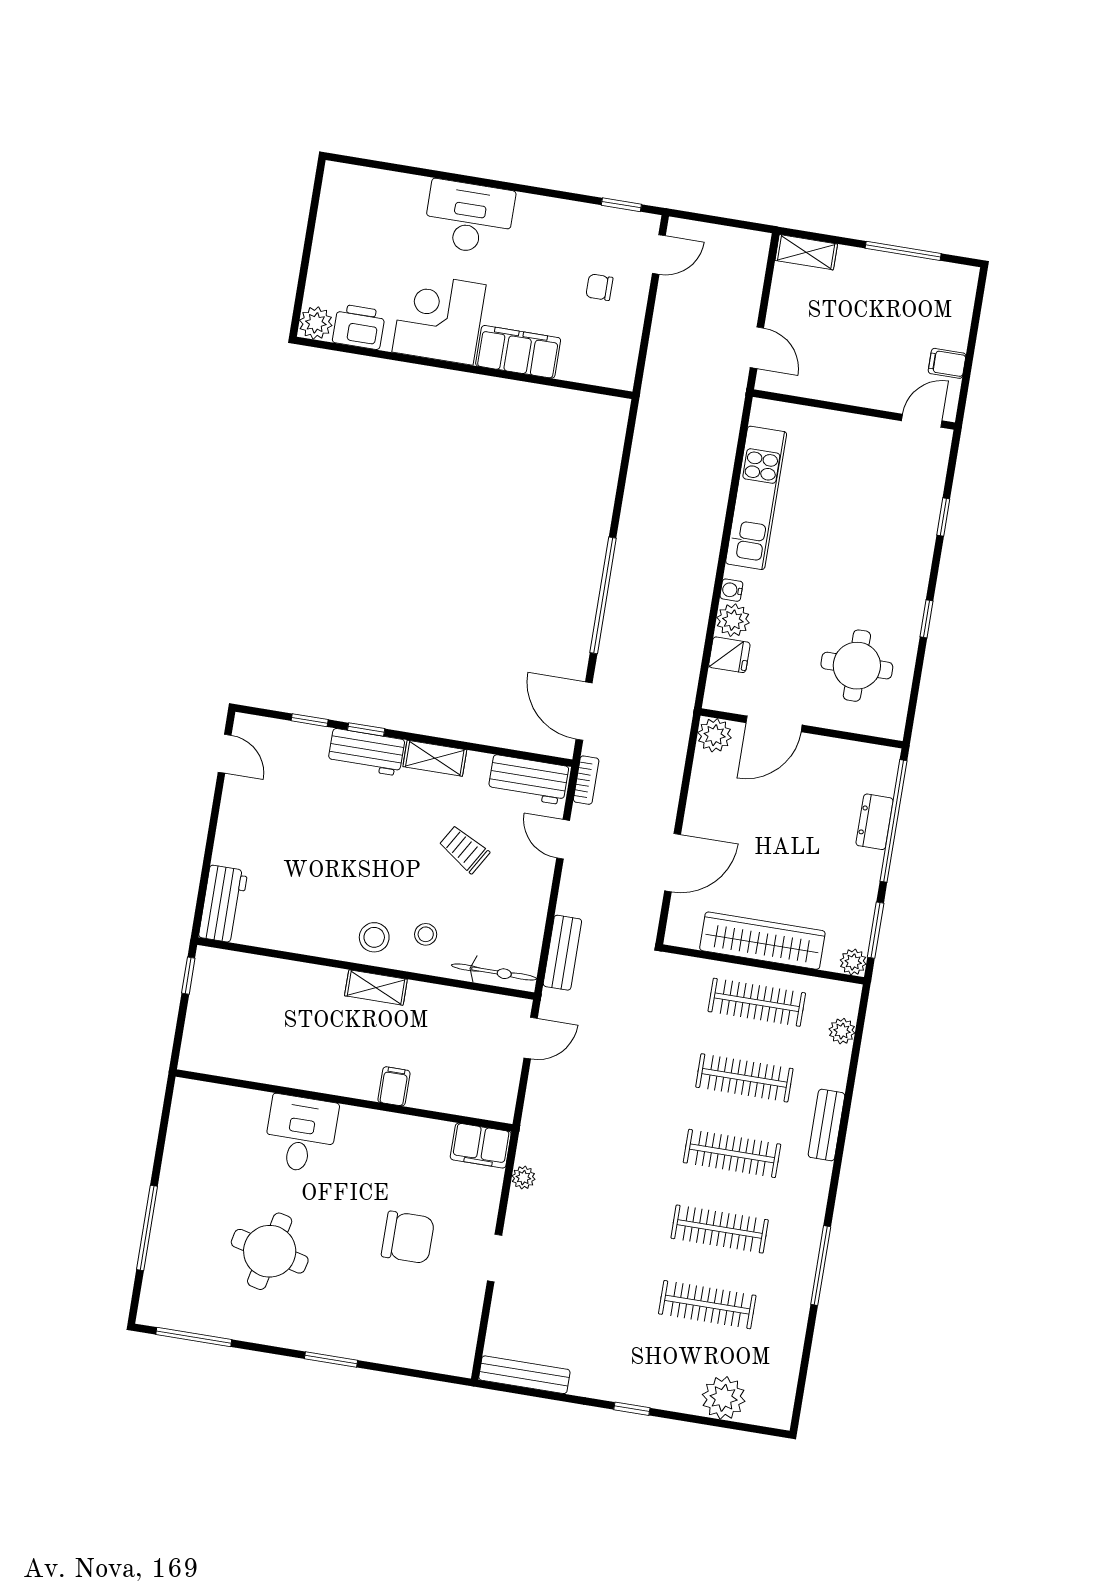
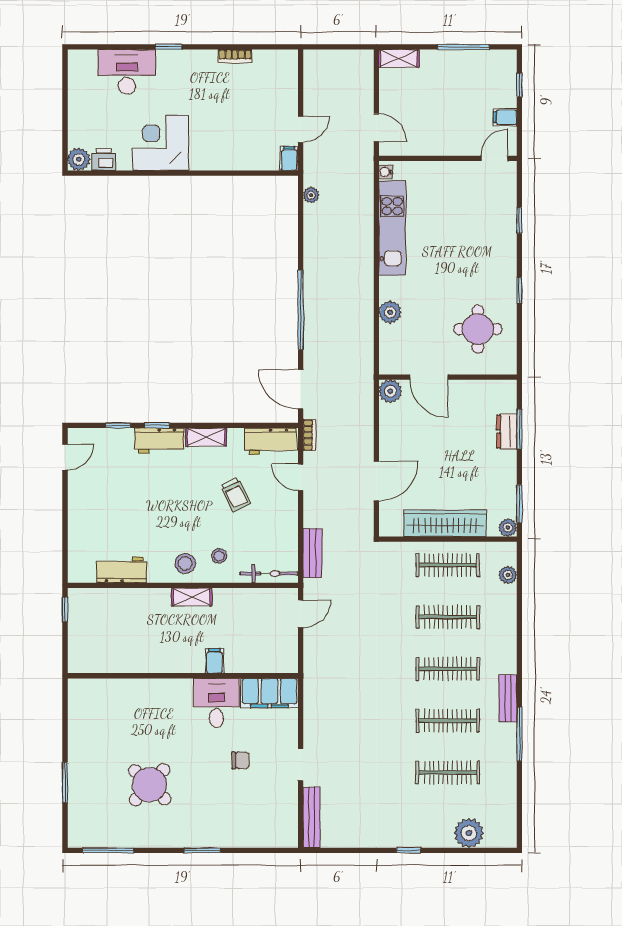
window: (621, 205) -> (169, 47), moved
bookcase: (568, 210) -> (235, 56), added
desk: (469, 217) -> (127, 72), moved
door: (659, 254) -> (301, 129), moved
chair: (599, 287) -> (264, 104), removed
window: (976, 320) -> (519, 85), added
printer: (359, 327) -> (104, 160), width x0.73, depth x0.81
filing cabinet: (518, 352) -> (289, 158), moved, width x0.33, depth x0.86
water cooler: (731, 590) -> (386, 172), moved
fridge: (729, 655) -> (391, 336), removed
door: (774, 724) -> (429, 377), hinge flipped
door: (225, 754) -> (65, 457), hinge flipped
window: (893, 821) -> (519, 429), width x0.47
trolley: (464, 849) -> (236, 495), turned -146
workbench: (223, 904) -> (122, 570), moved, turned -90
bench: (826, 1125) -> (508, 698), moved
desk: (301, 1134) -> (216, 703), moved
filing cabinet: (481, 1146) -> (269, 693), width x1.50, depth x1.17
plant: (523, 1178) -> (311, 195), moved
window: (147, 1228) -> (65, 783), width x0.69
chair: (408, 1237) -> (240, 760), width x0.54, depth x0.54
round table: (270, 1251) -> (150, 785), turned 30
bench: (524, 1375) -> (312, 817), moved, turned 90

